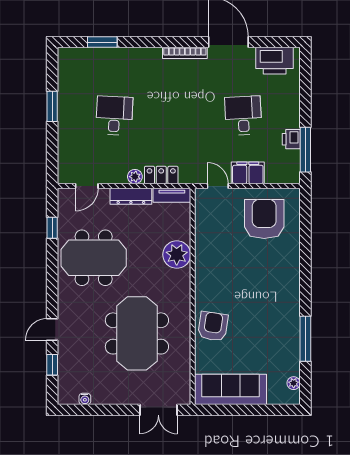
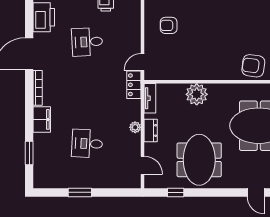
filing cabinet: (248, 173) -> (42, 119), moved, turned 180
locker: (161, 175) -> (134, 85), moved
dresser: (131, 196) -> (151, 130), width x0.70
armchair: (264, 219) -> (169, 25), width x0.53, depth x0.53

